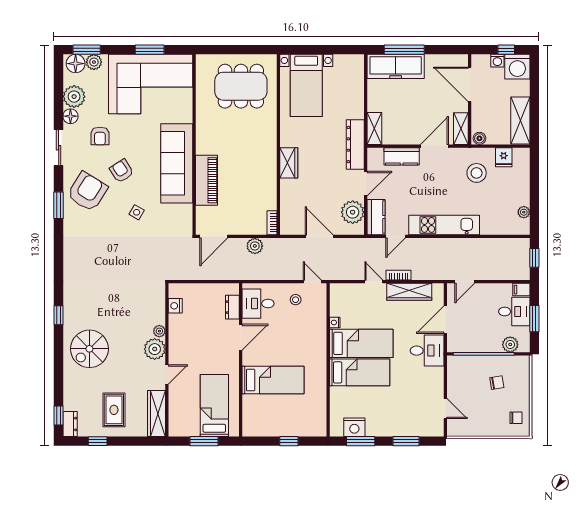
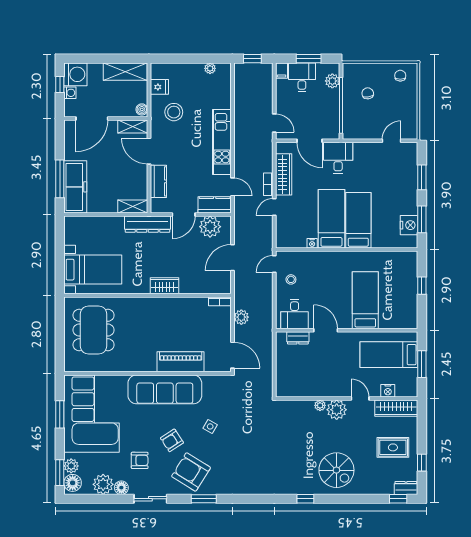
door: (366, 184) -> (184, 215), swing flipped
nightstand: (175, 306) -> (388, 391), moved

